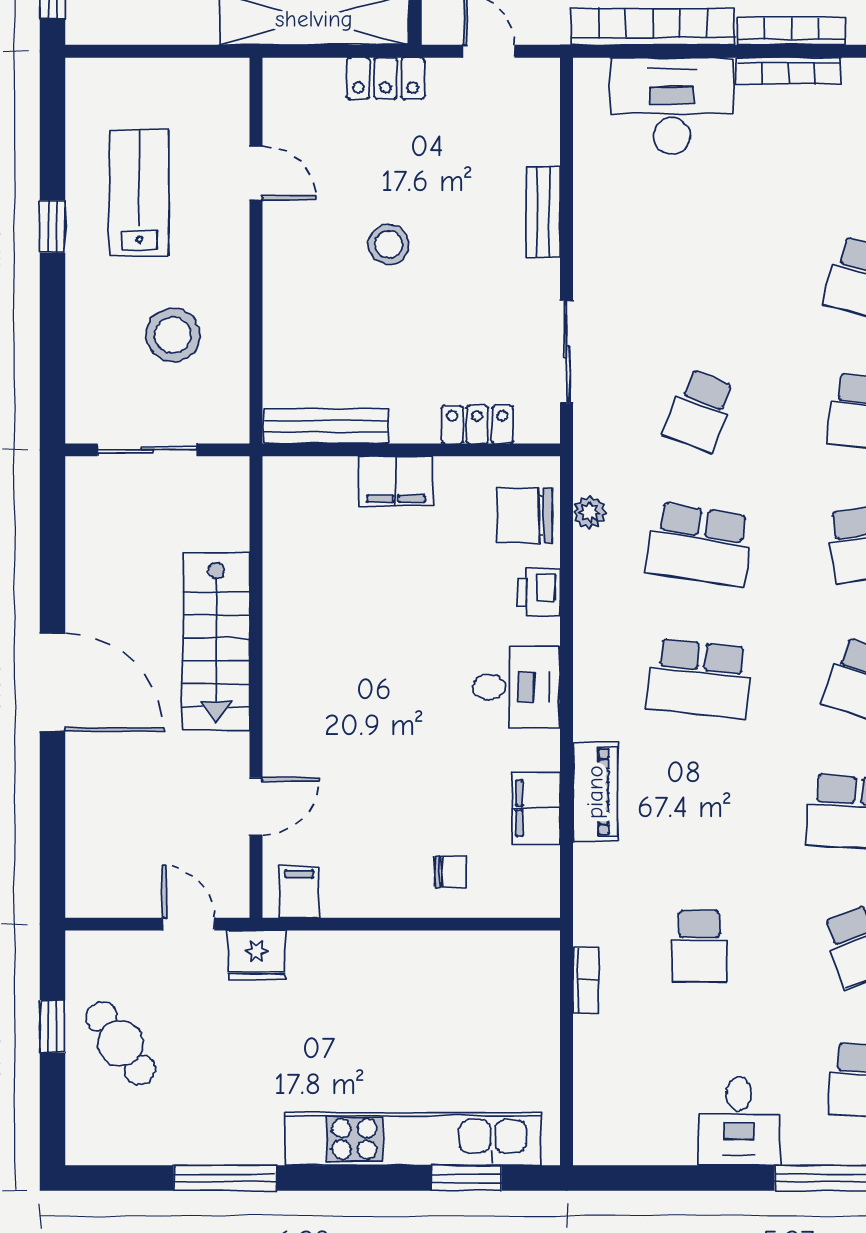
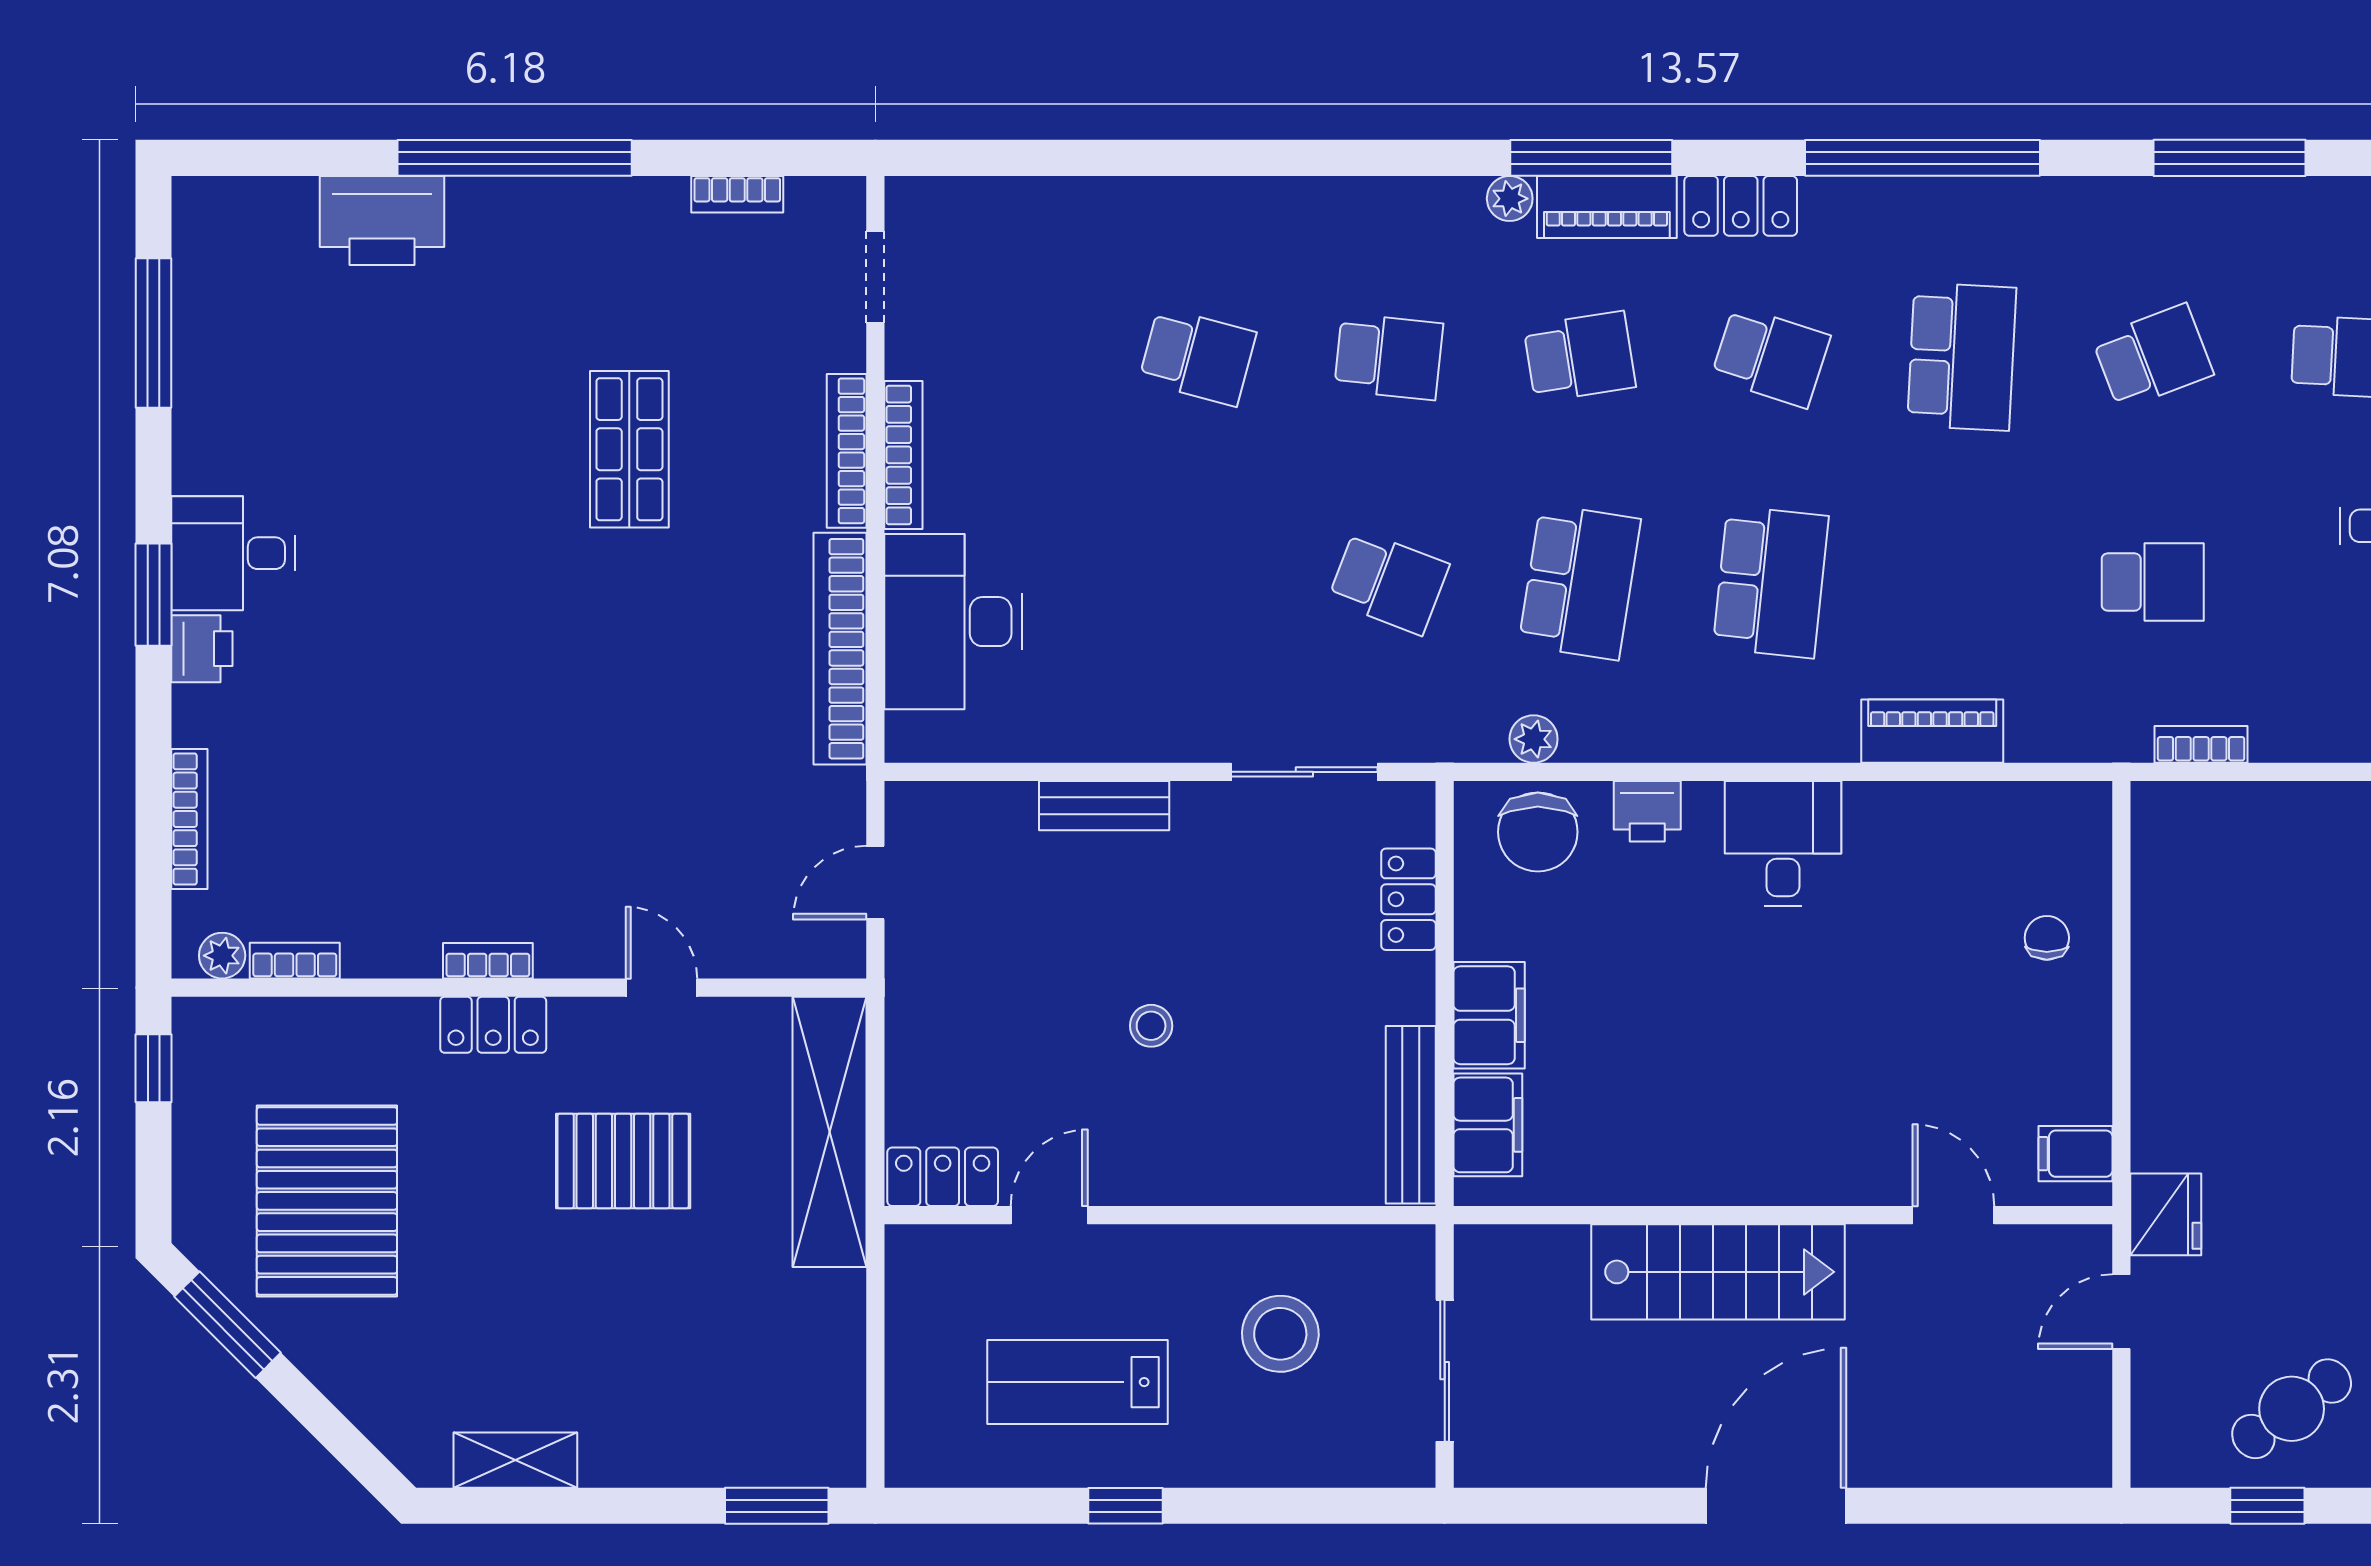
locker: (386, 78) -> (943, 1177), moved, turned -90
stool: (389, 244) -> (1151, 1026), width x0.73, depth x0.73
filing cabinet: (536, 808) -> (1488, 1125), moved, turned -90

